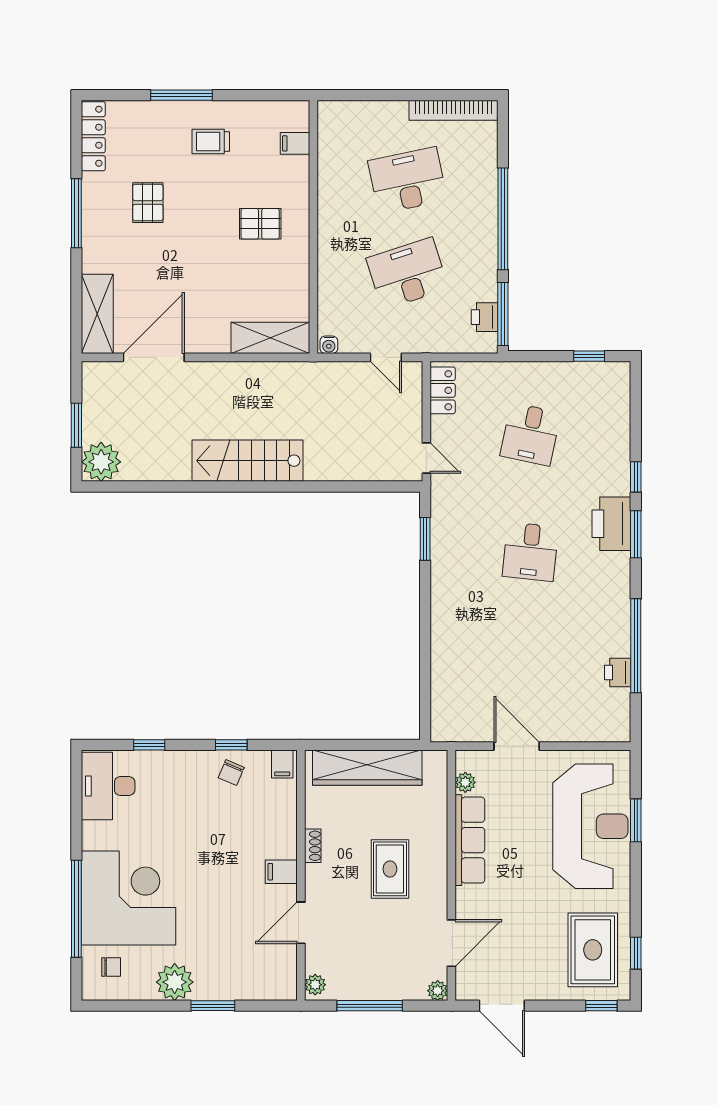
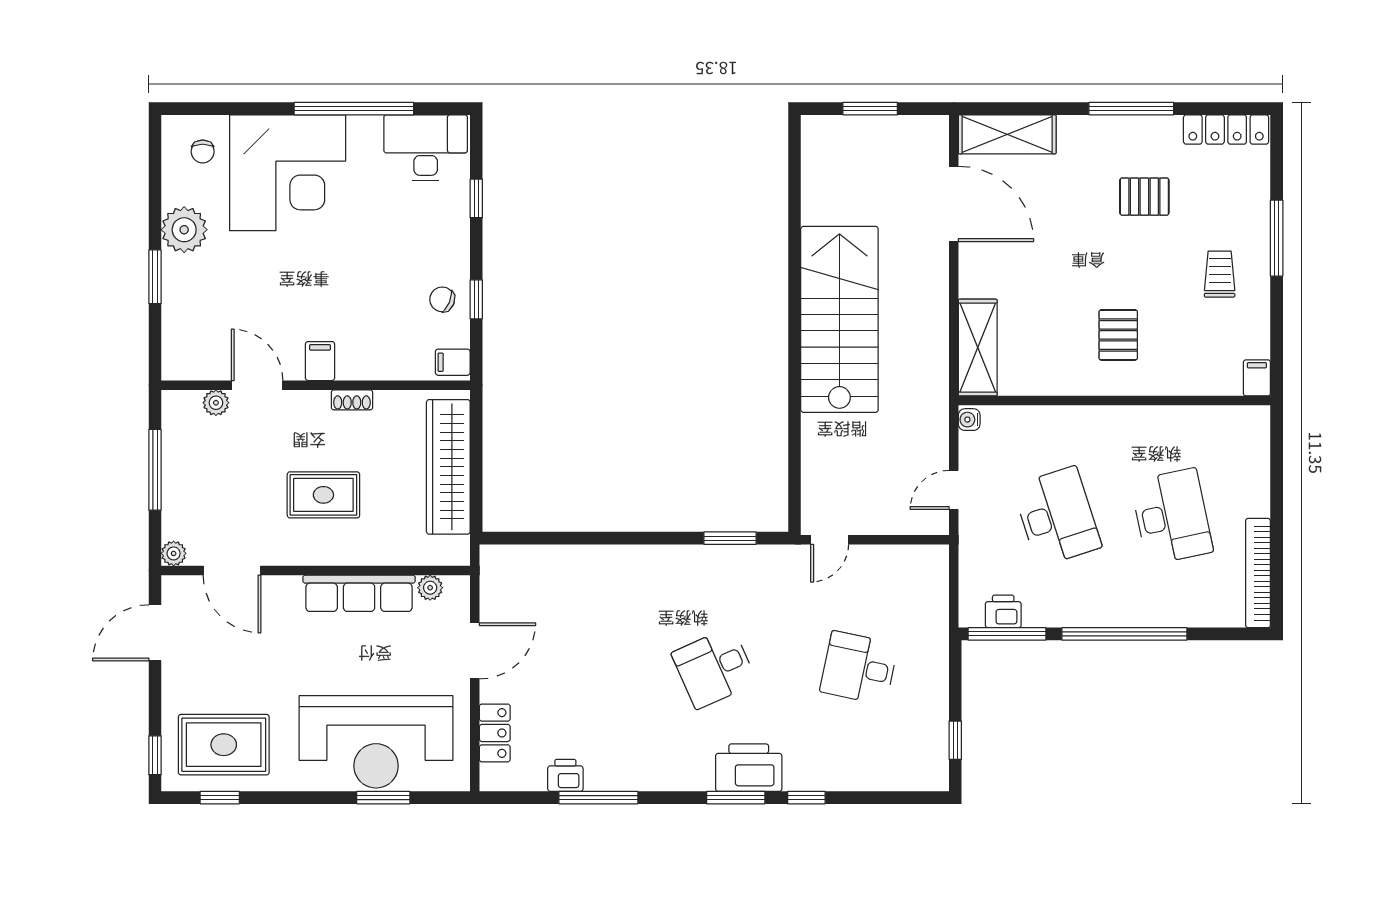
filing cabinet: (295, 143) -> (1257, 378), moved
locker: (443, 390) -> (495, 733), moved, turned -90
stairs: (247, 461) -> (839, 319), width x1.36, depth x1.51
plant: (101, 462) -> (825, 139), removed
desk: (530, 552) -> (714, 668), turned -30
window: (636, 646) -> (598, 798), width x0.68
window: (76, 909) -> (354, 109), moved
plant: (315, 985) -> (216, 403), moved

